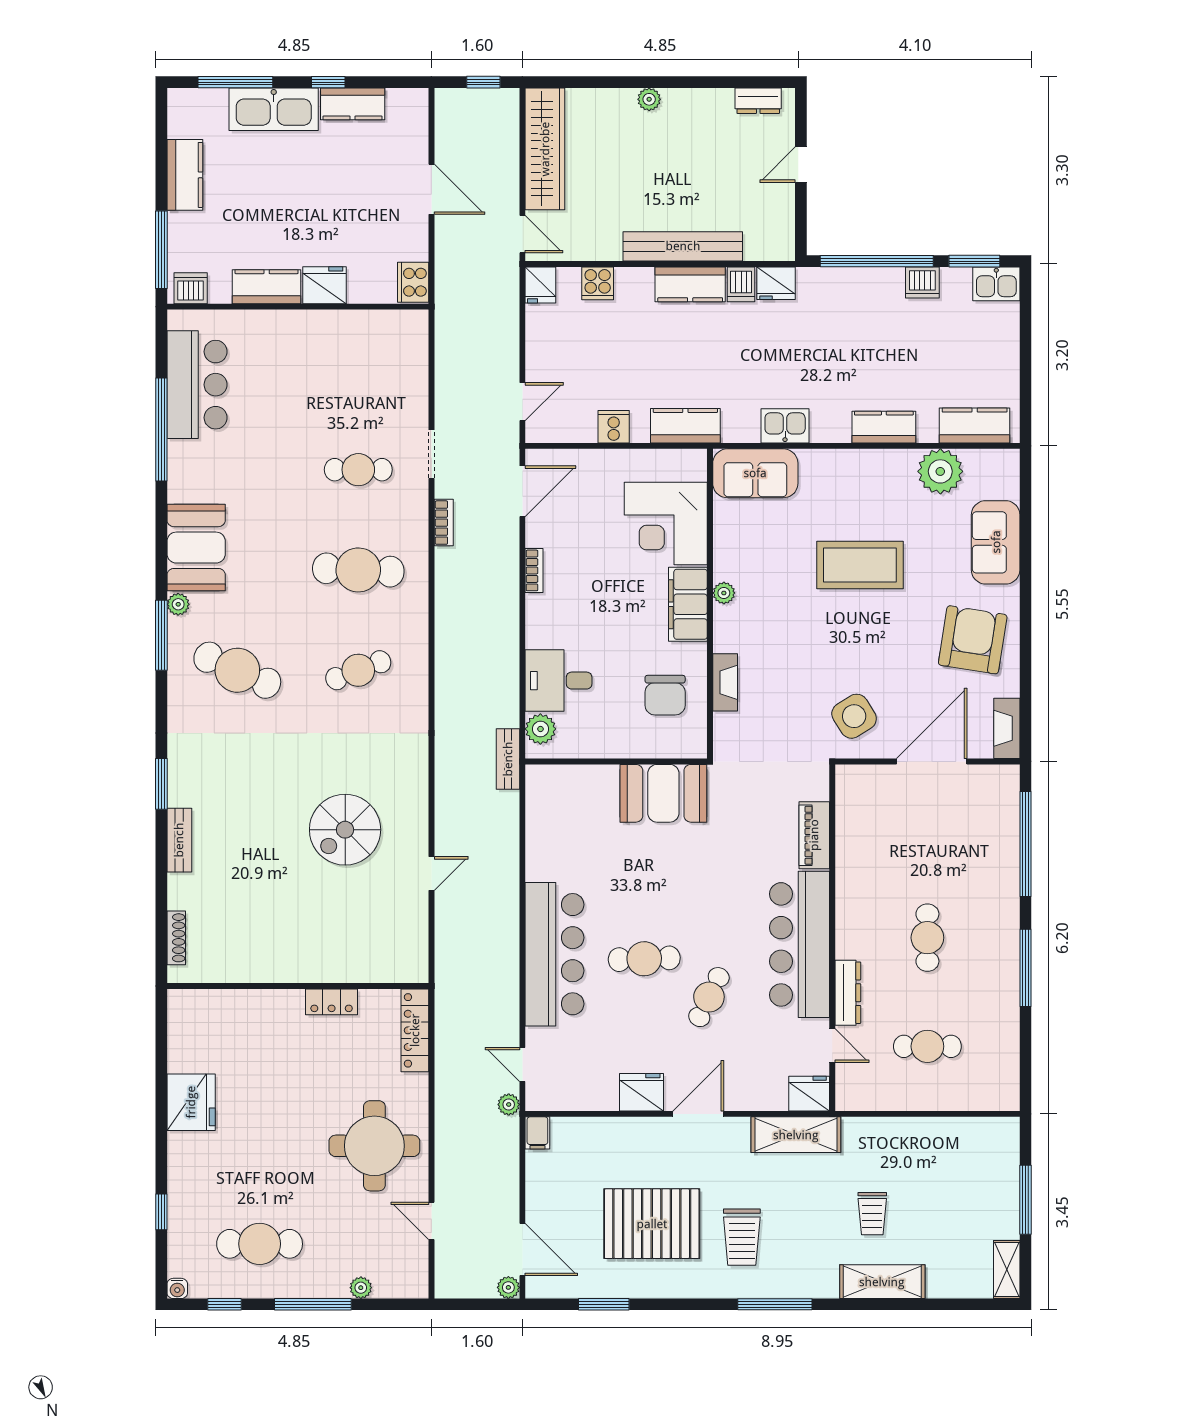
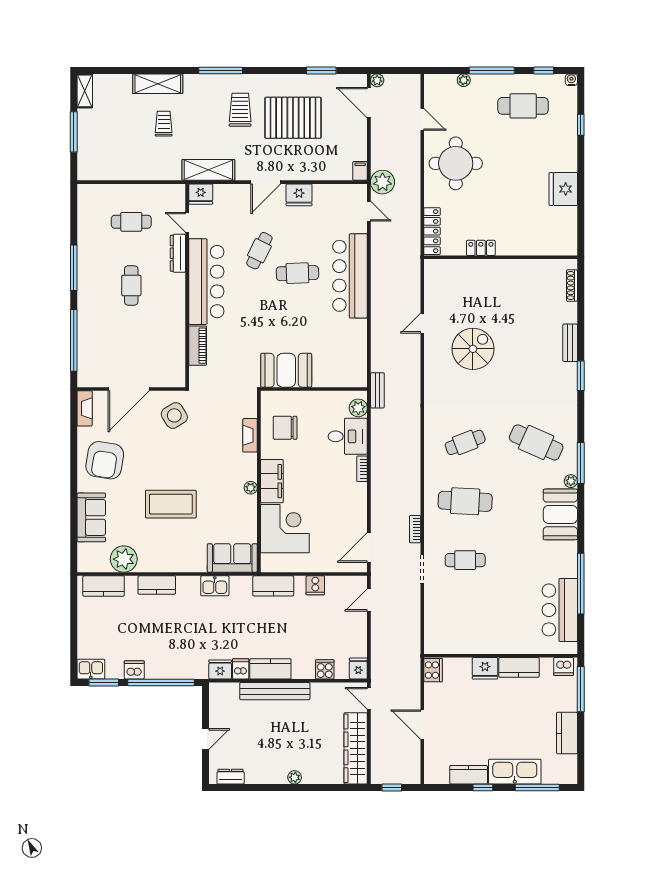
bookcase: (534, 570) -> (362, 469), moved
chair: (665, 695) -> (285, 428), turned -90
plant: (509, 1104) -> (383, 182), width x1.87, depth x1.87

